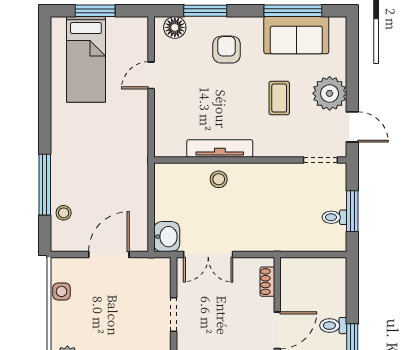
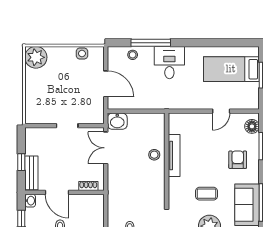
armchair: (227, 50) -> (238, 160), turned -90
door: (151, 75) -> (221, 111), swing flipped
desk: (76, 156) -> (169, 63), added

